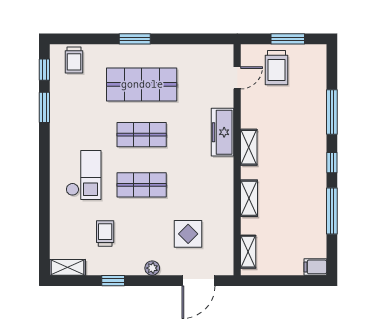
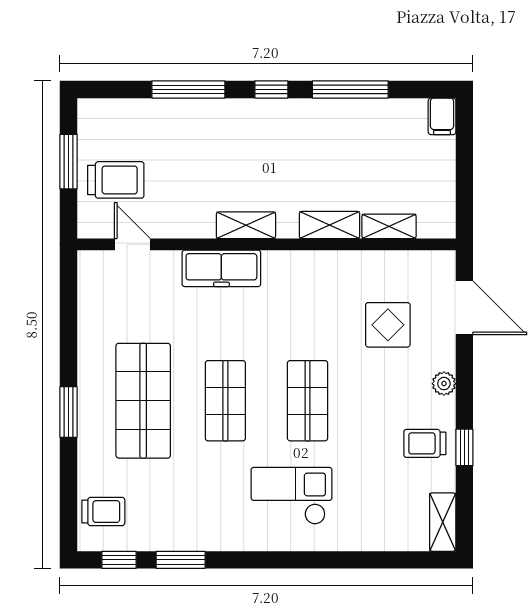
trolley: (105, 233) -> (425, 443), moved
shelving: (248, 252) -> (389, 226), moved

